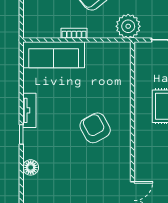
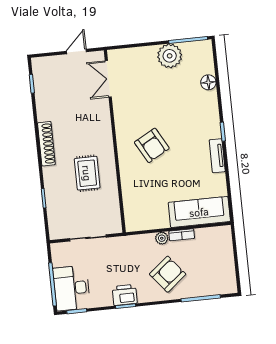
plant: (128, 26) -> (162, 238), moved, width x0.53, depth x0.53
floor lamp: (31, 167) -> (208, 82), moved

